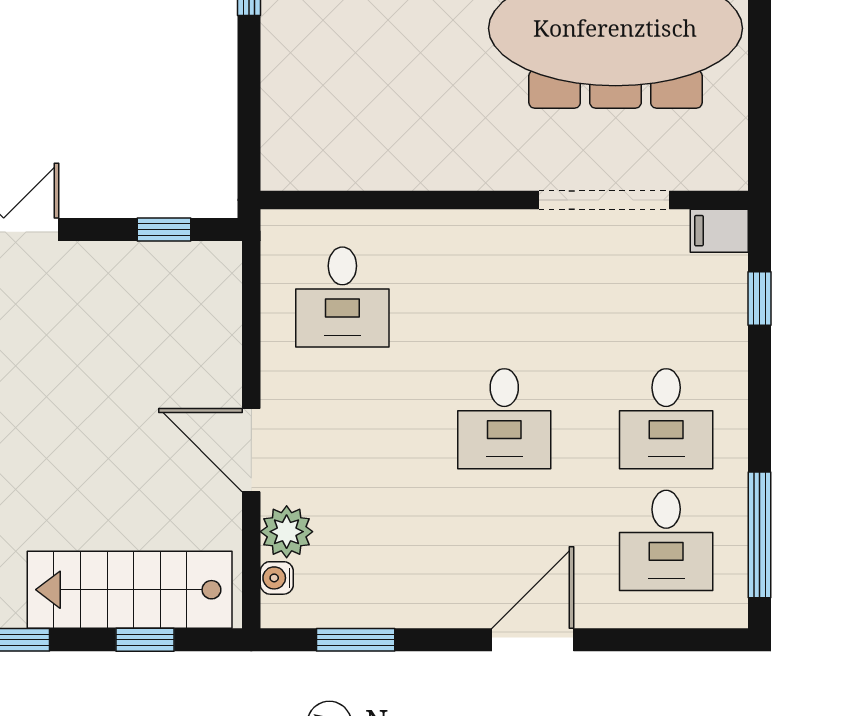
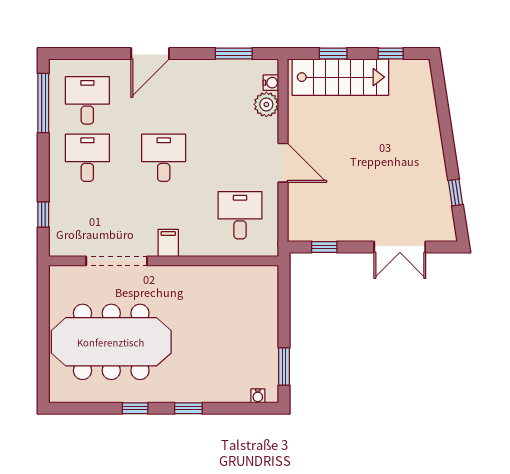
filing cabinet: (719, 231) -> (168, 243), moved, turned -90
door: (251, 450) -> (283, 163), moved

